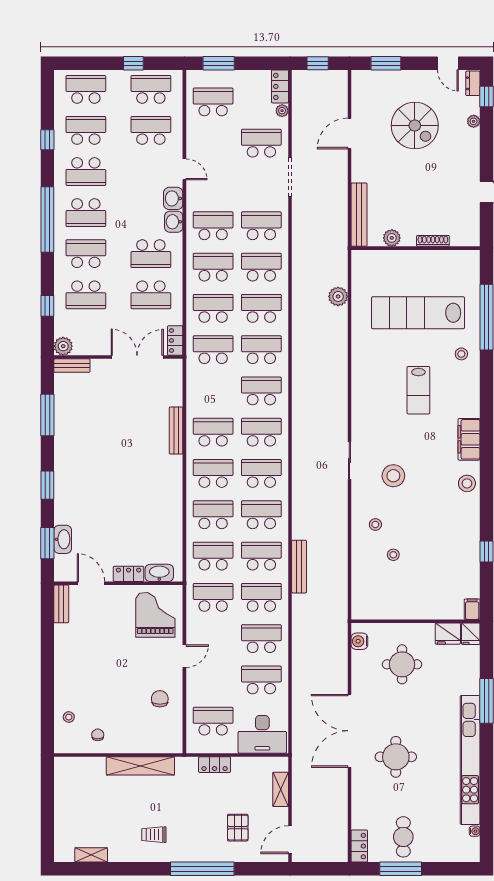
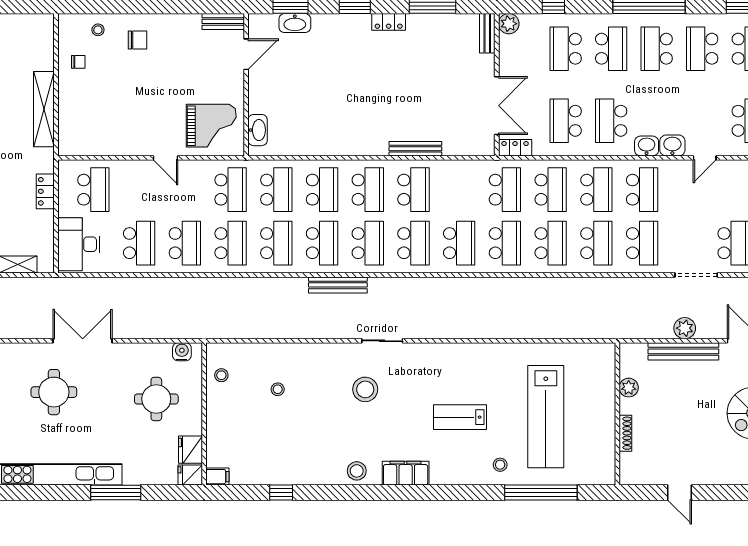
bench: (359, 215) -> (683, 351), moved
plant: (338, 296) -> (685, 328), moved
lab bench: (418, 313) -> (546, 417), turned 180
stool: (375, 525) -> (221, 375), moved
bench: (299, 567) -> (338, 285), moved
locker: (129, 574) -> (389, 22), moved, turned 90
chair: (160, 699) -> (138, 40), moved
double door: (349, 731) -> (83, 341), width x0.73

